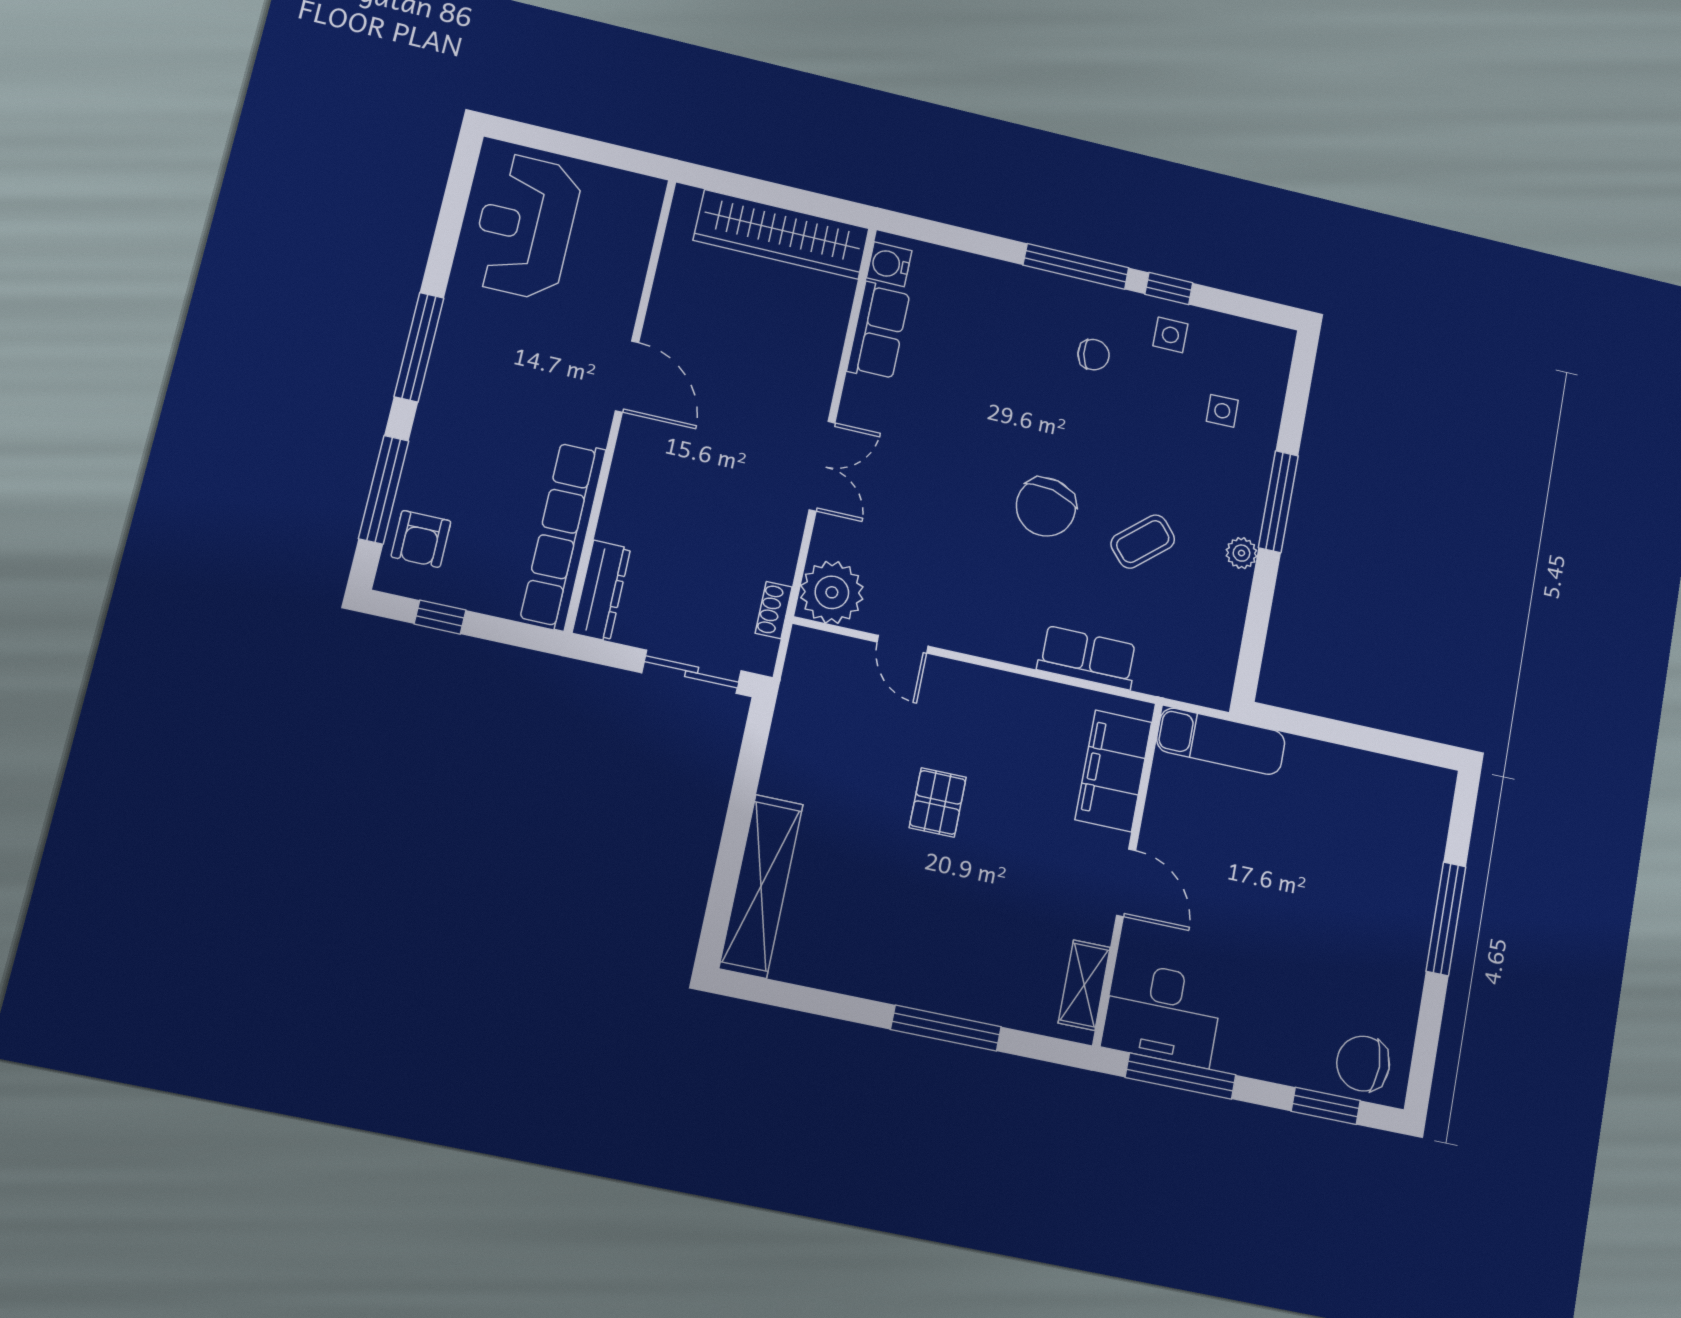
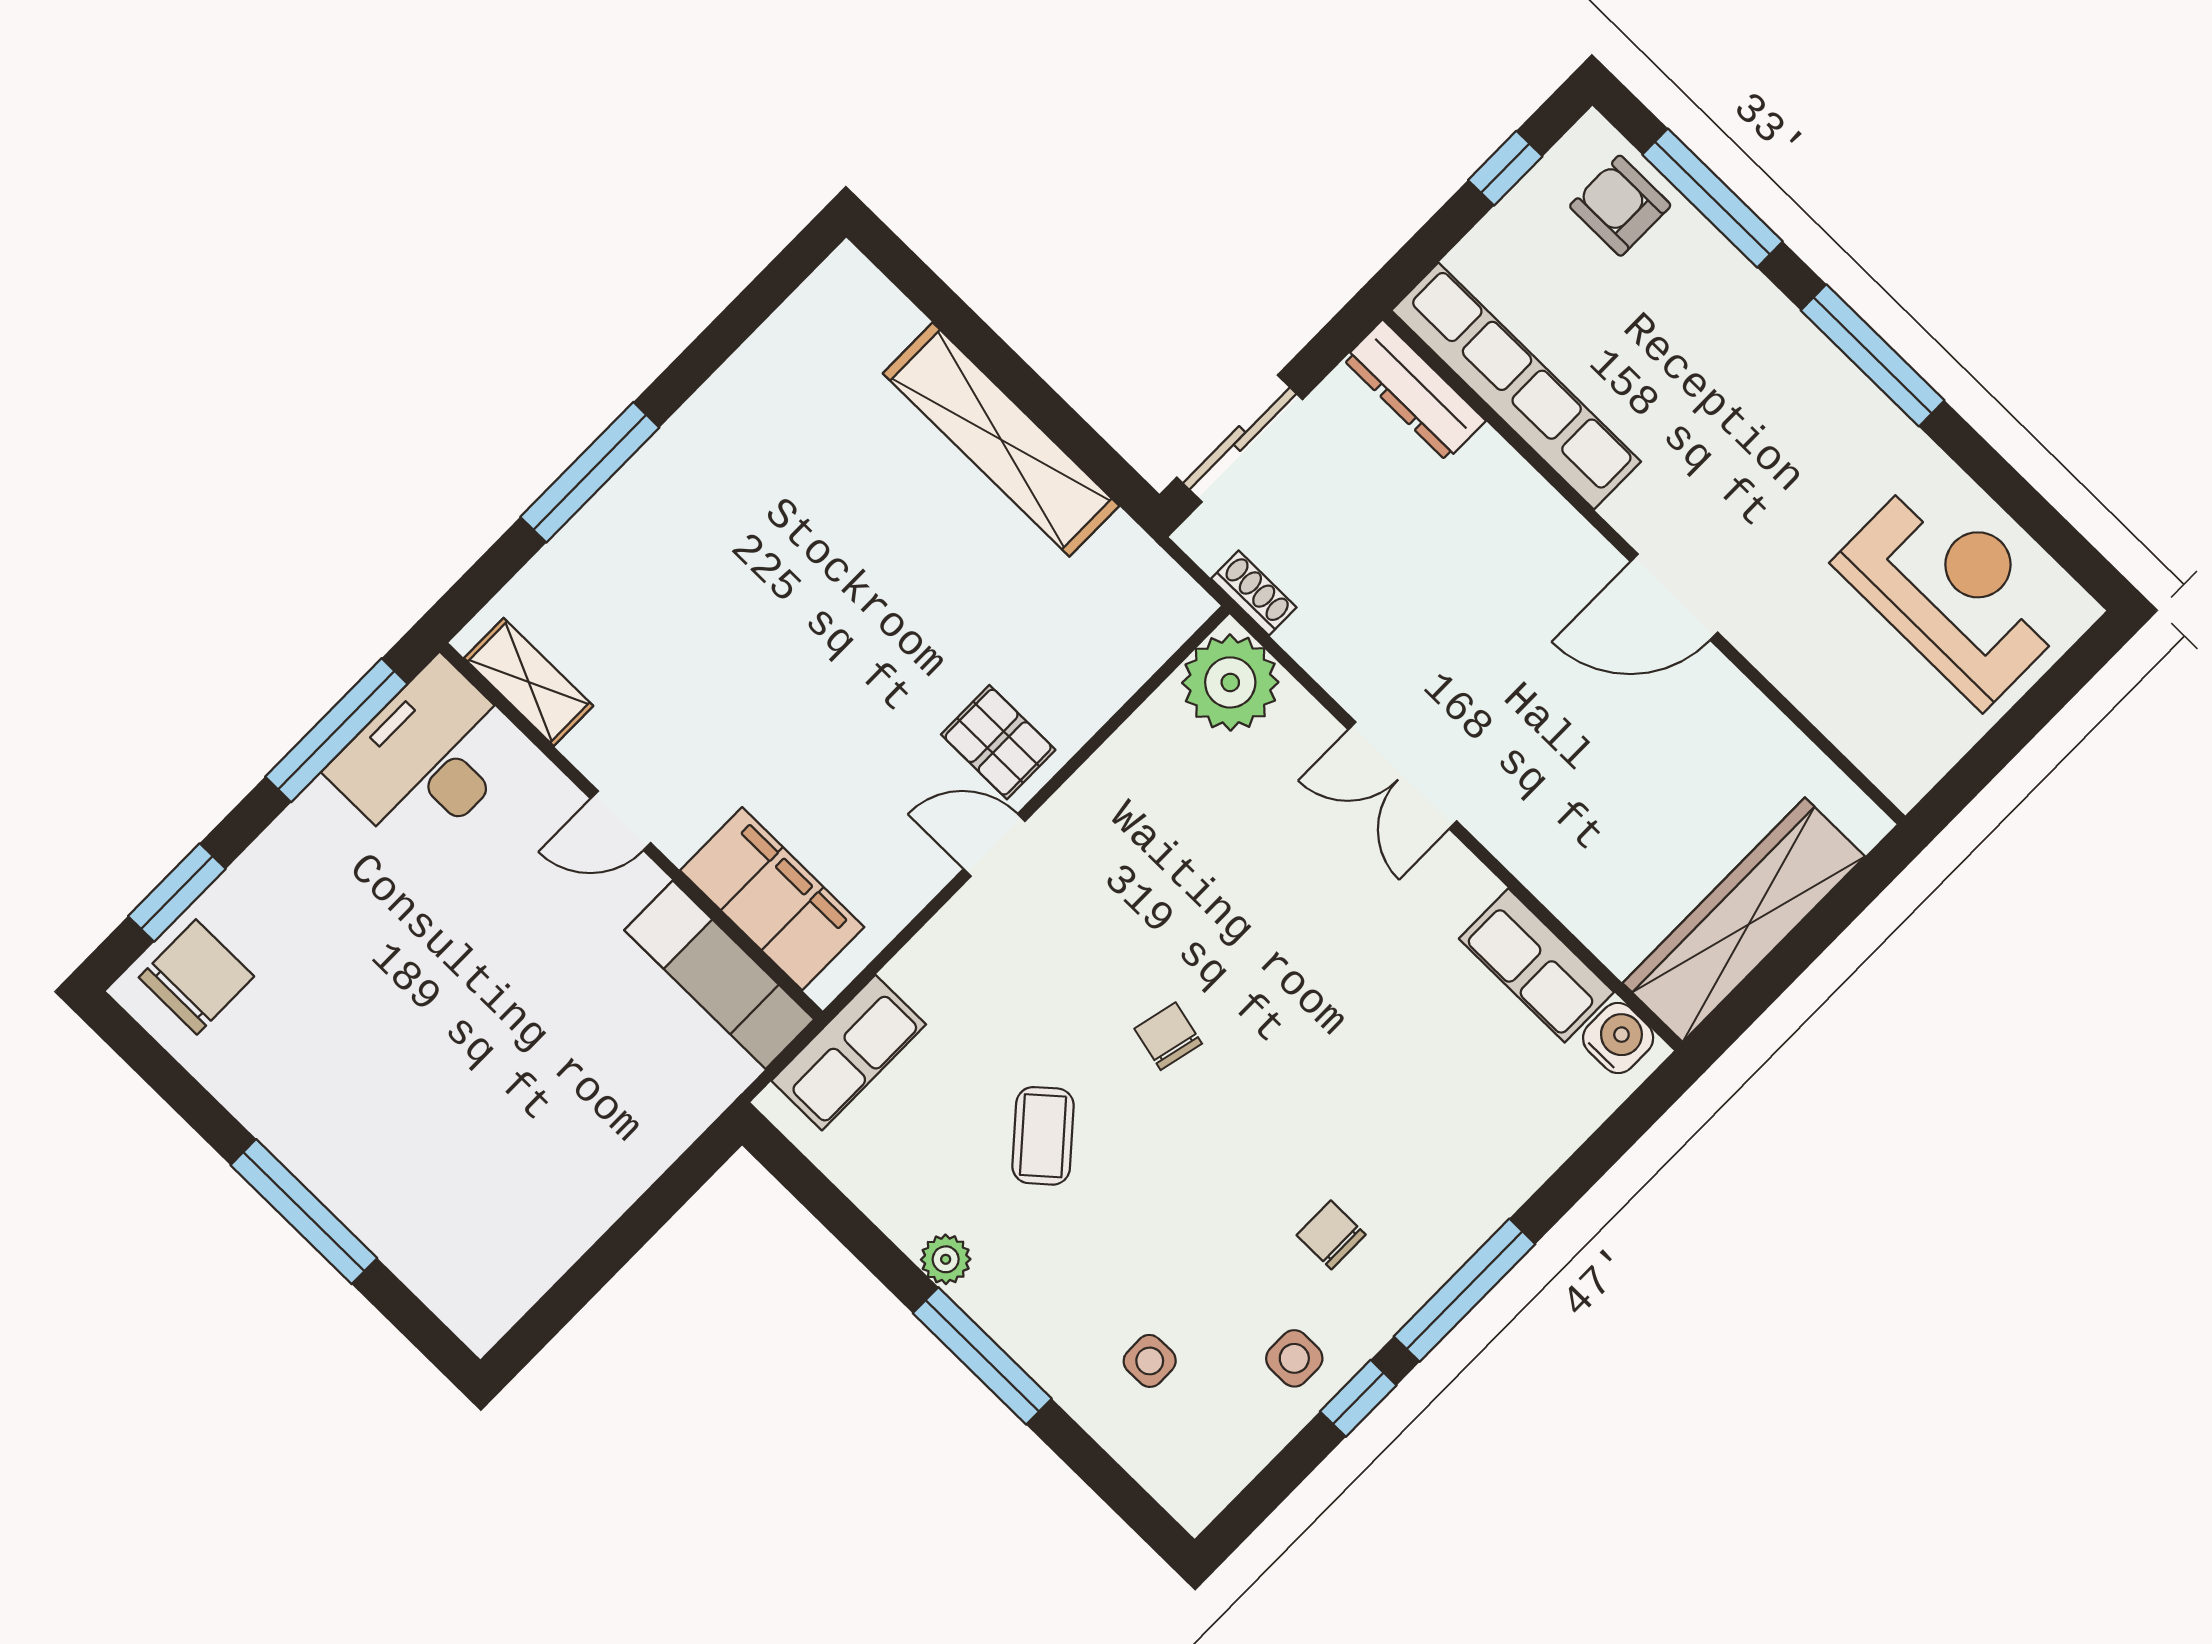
chair: (1093, 355) -> (1331, 1235), turned 99
chair: (1046, 507) -> (1168, 1036), width x0.54, depth x0.54
door: (903, 644) -> (994, 845), moved
row of seats: (1088, 658) -> (849, 1053), moved
exam couch: (1221, 741) -> (719, 975), moved, turned -90
pallet: (938, 802) -> (998, 742), moved
door: (1126, 883) -> (621, 821), width x0.73
shelving: (761, 886) -> (1001, 440), moved

